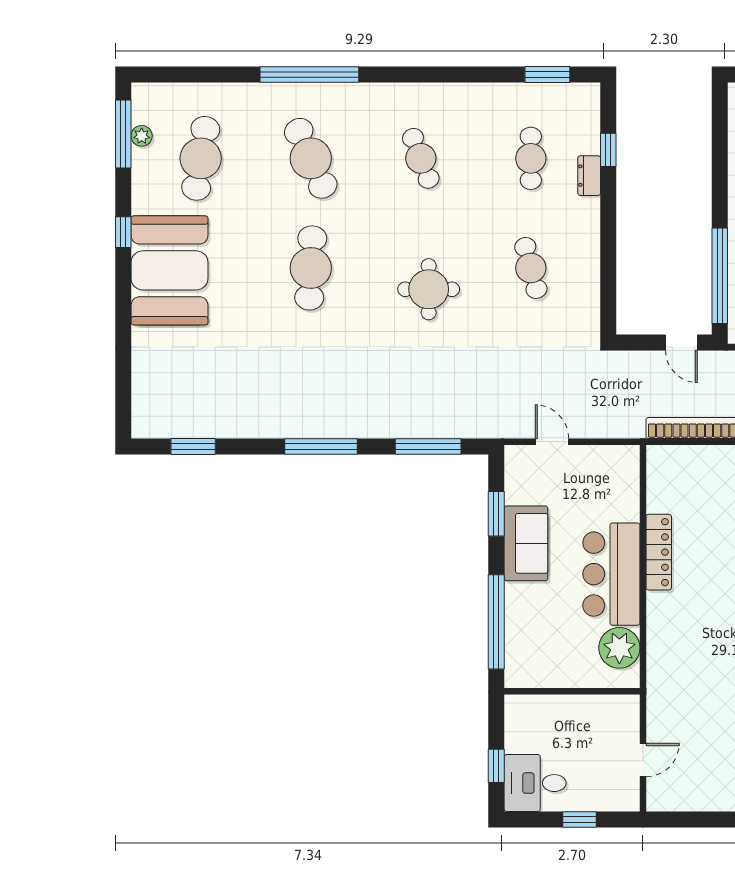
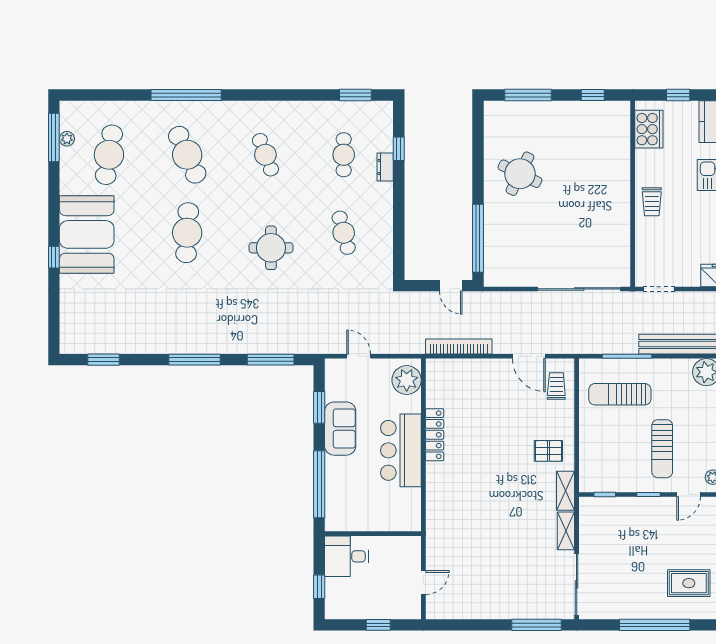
window: (123, 232) -> (54, 257), moved
plant: (619, 648) -> (407, 380), moved
desk: (535, 783) -> (347, 556), moved

